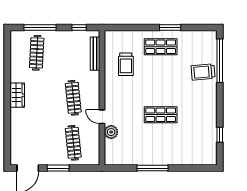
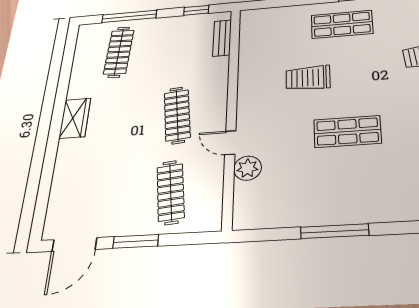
bench: (95, 54) -> (222, 38), width x0.73
trolley: (126, 64) -> (308, 78), moved, turned 90

